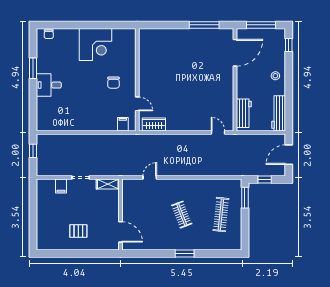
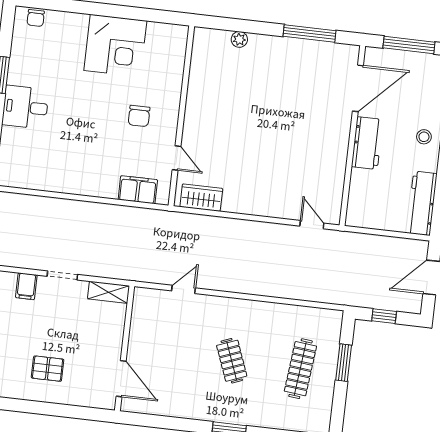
plant: (165, 33) -> (239, 39), added
workbench: (244, 113) -> (367, 143), moved
filing cabinet: (123, 124) -> (138, 190), width x2.00
window: (245, 198) -> (344, 363), moved

